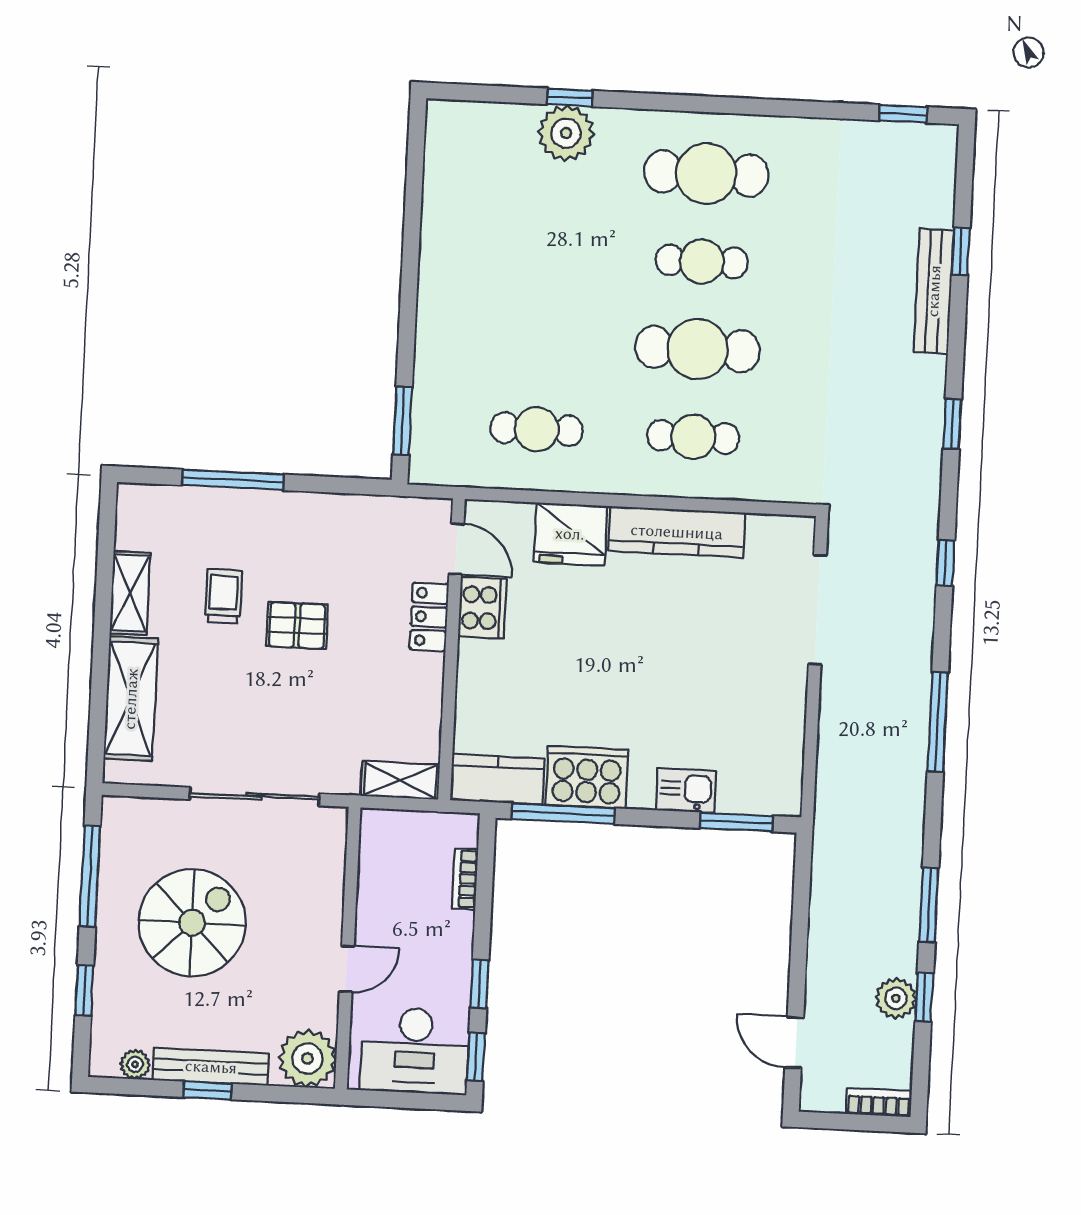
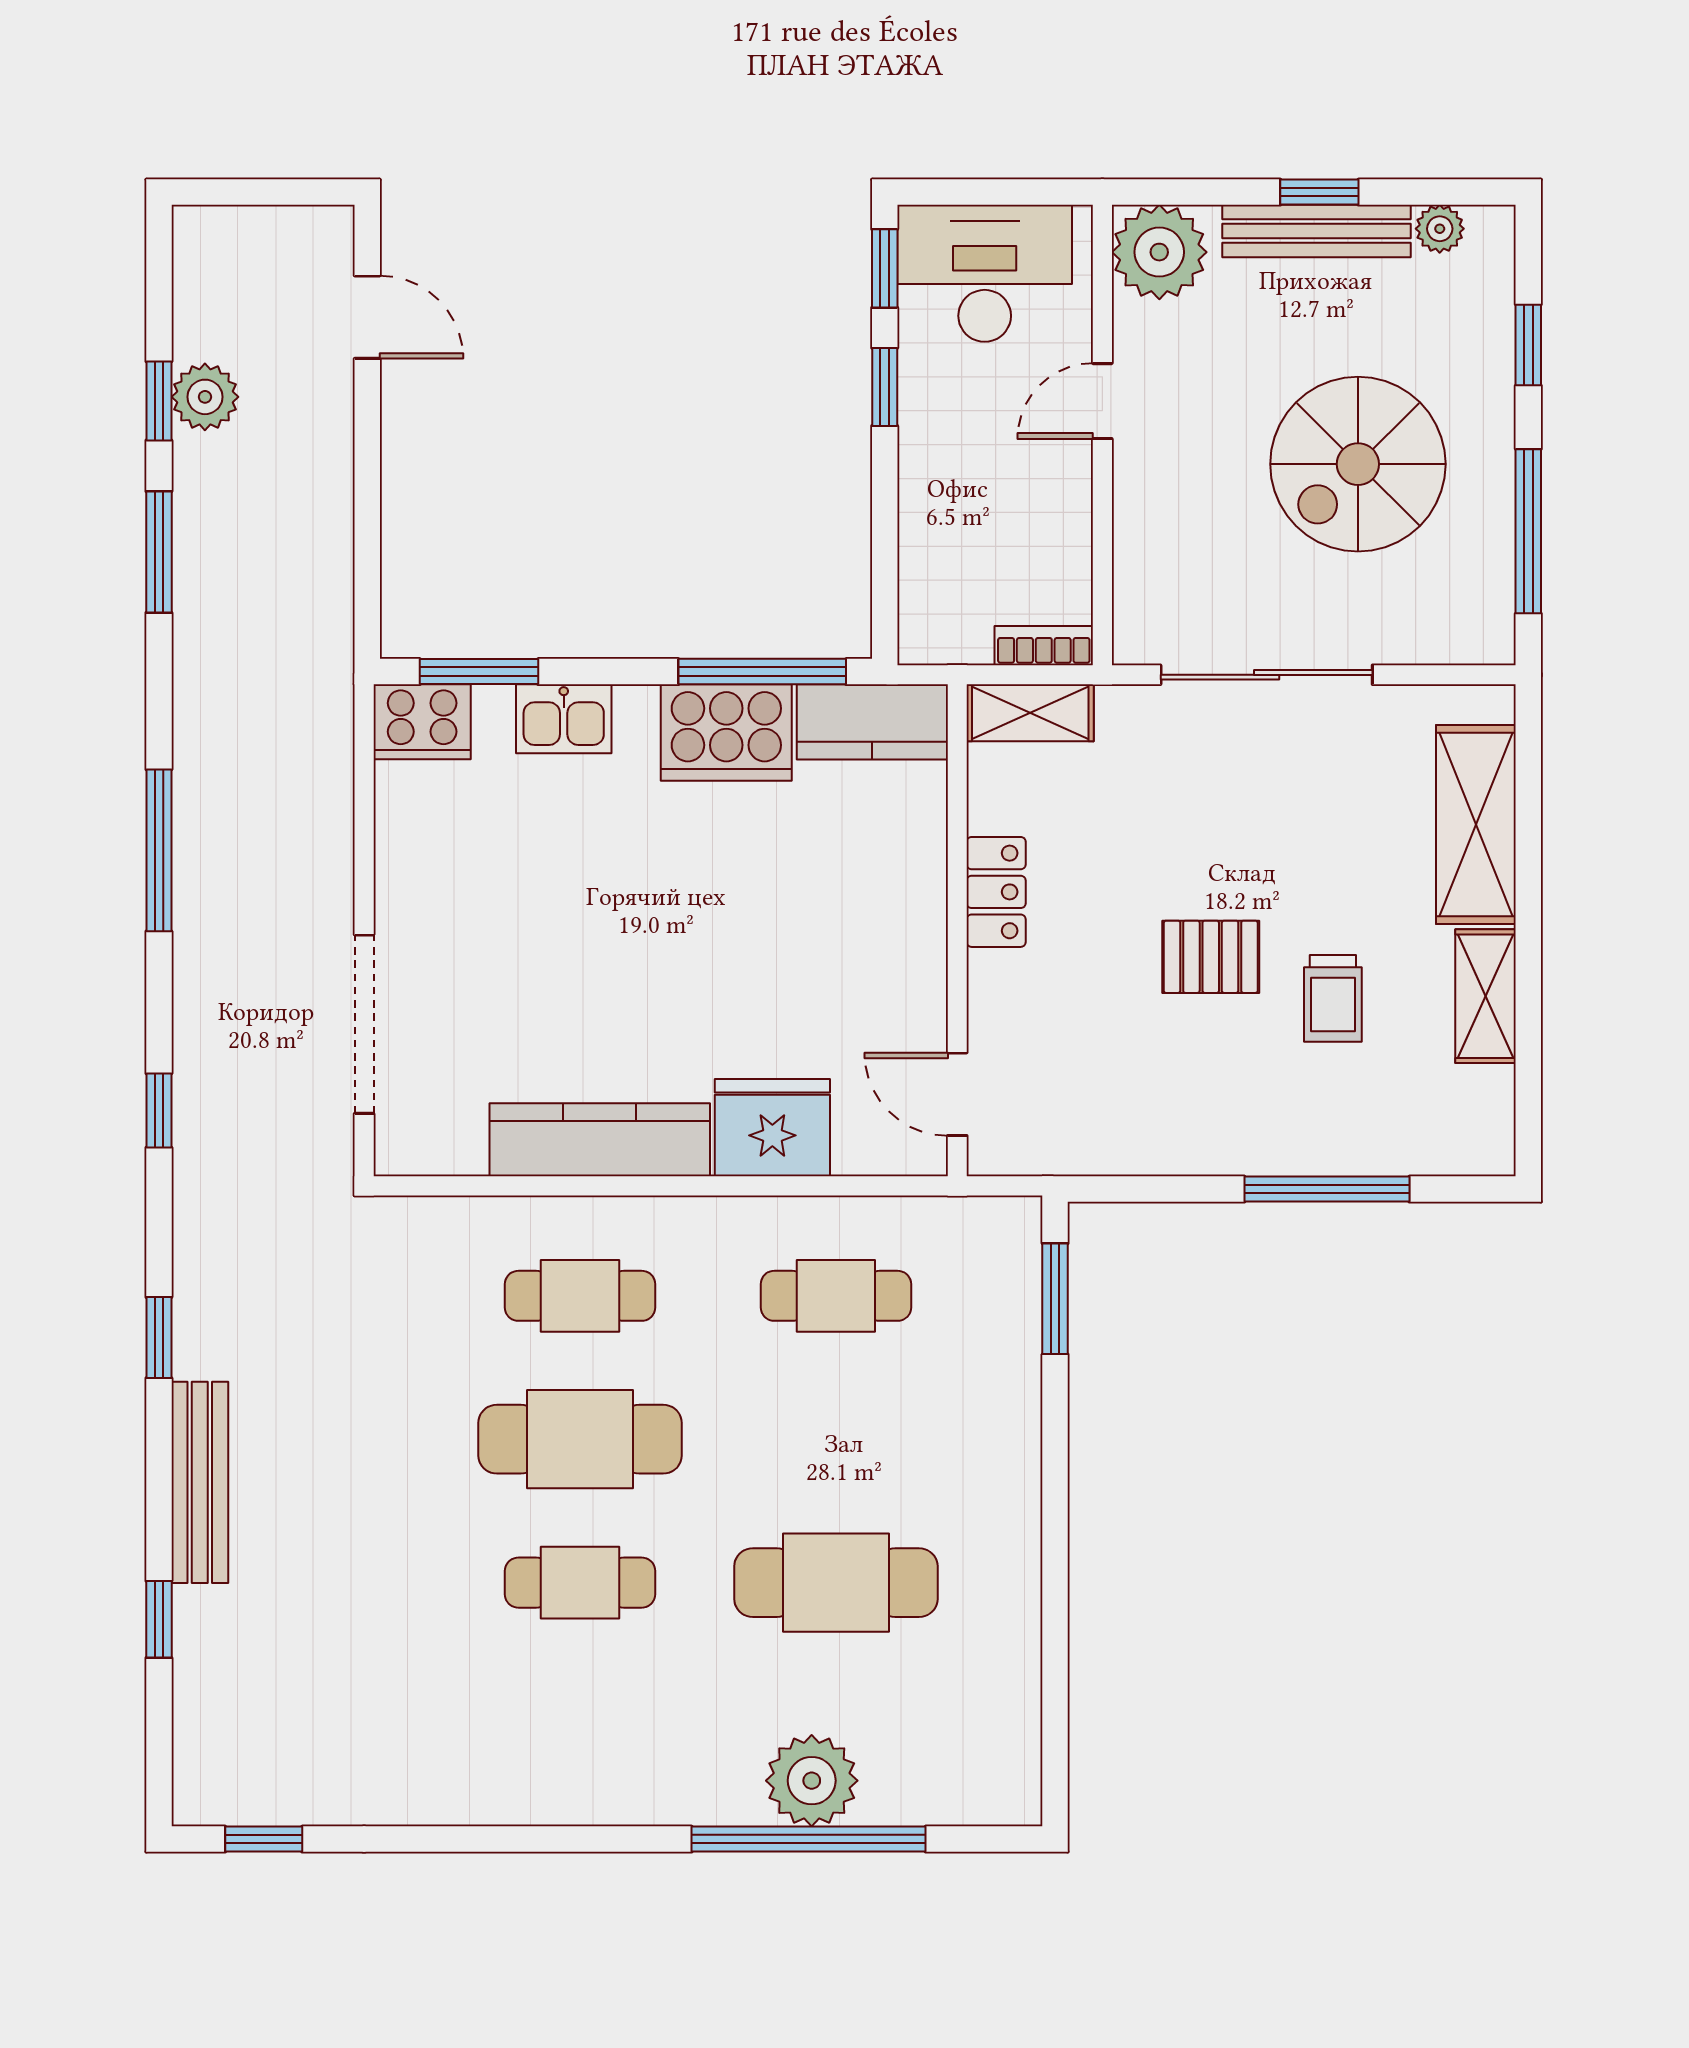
window: (570, 97) -> (809, 1839), width x3.17
cafe table: (706, 174) -> (836, 1583), moved
bench: (934, 291) -> (200, 1482), moved
cooker: (482, 608) -> (422, 722), moved, turned -90
locker: (429, 617) -> (996, 892), moved
bookcase: (465, 879) -> (1044, 646), moved, turned -90
bookcase: (879, 1102) -> (225, 226), removed

